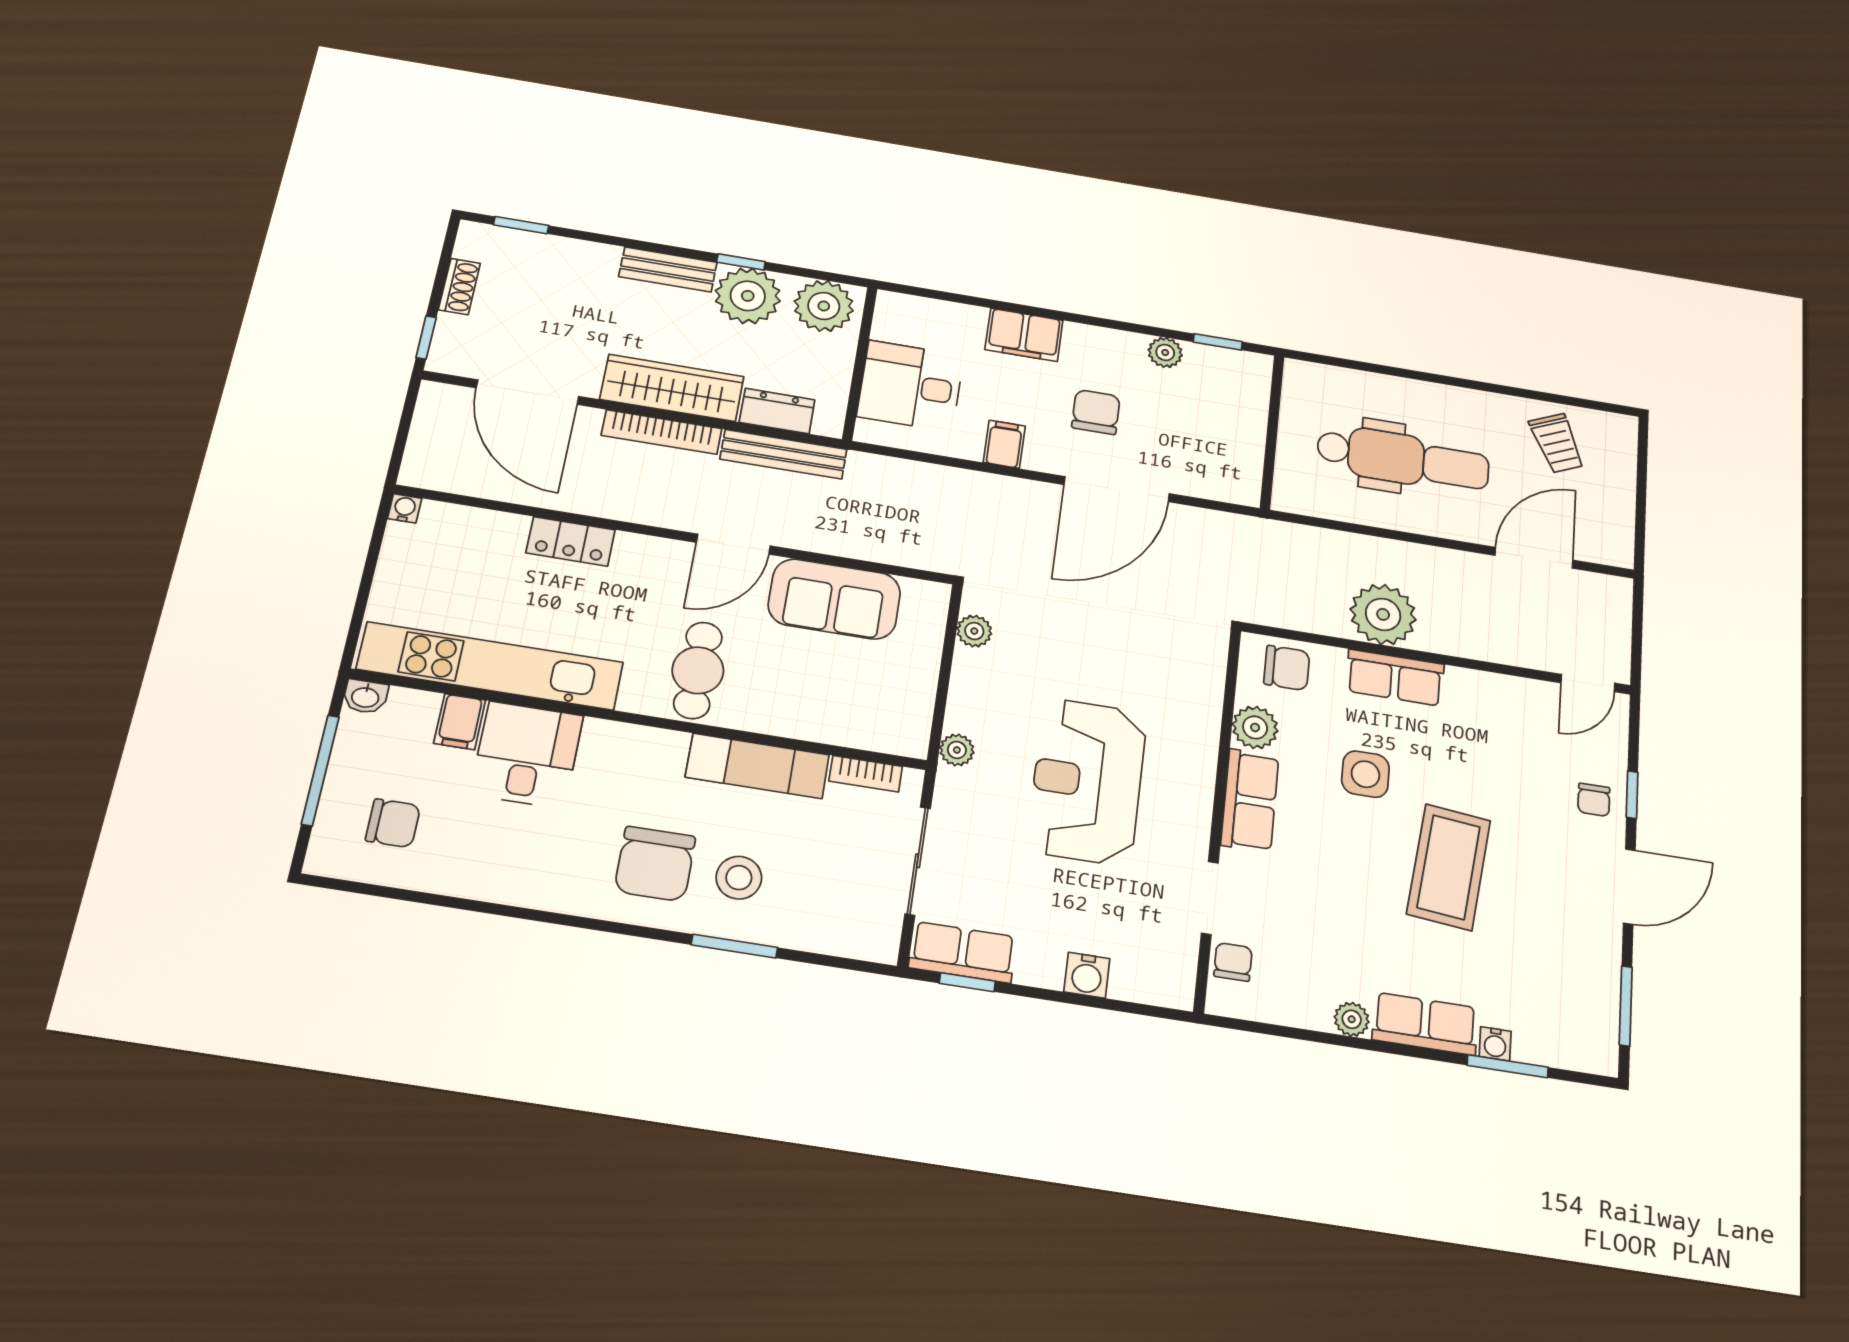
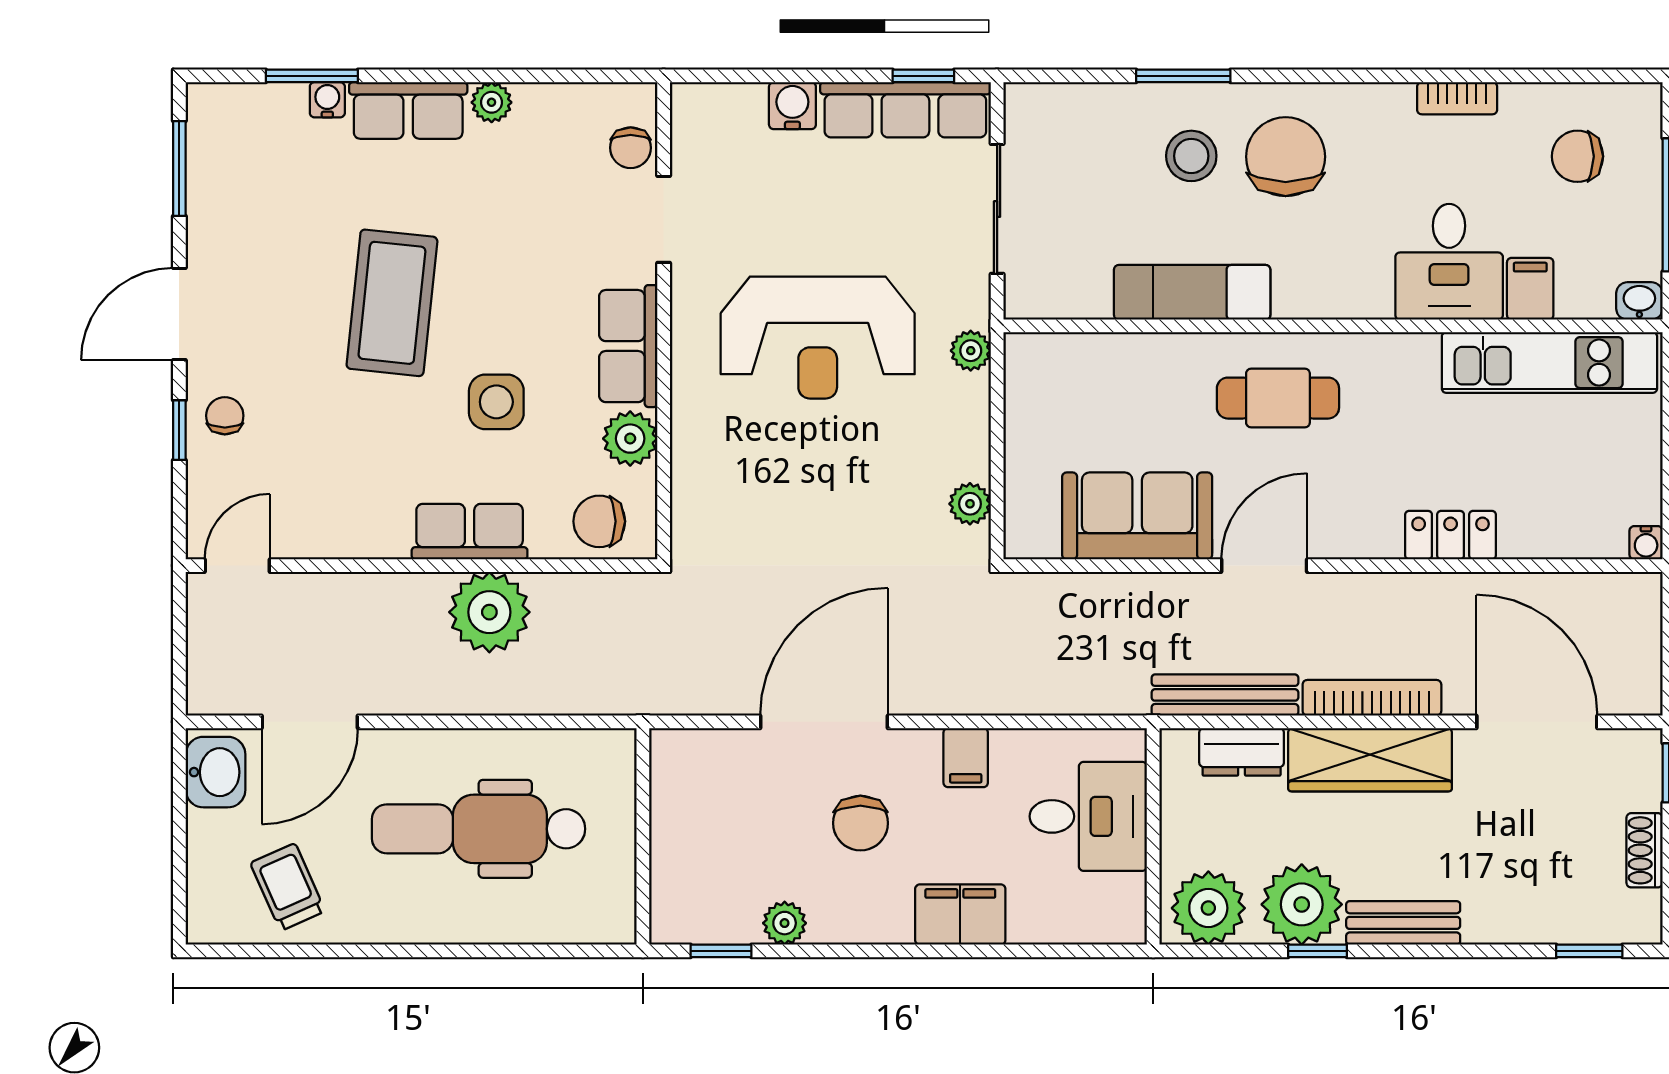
washbasin: (1611, 534) -> (216, 772), added
kitchen unit: (490, 666) -> (1549, 363), width x0.73
cafe table: (698, 670) -> (1278, 398), turned 90
bookcase: (866, 774) -> (1457, 98), moved, turned 180
reception desk: (1087, 781) -> (818, 338), turned 90
row of seats: (963, 952) -> (905, 110), width x1.48

